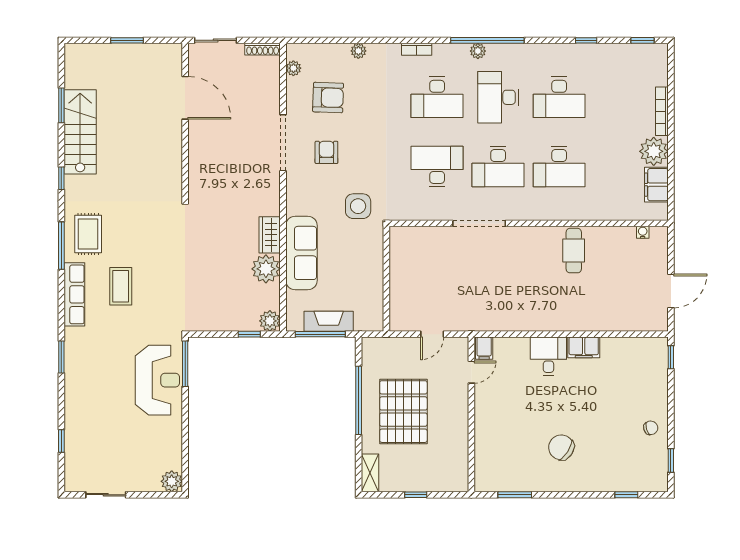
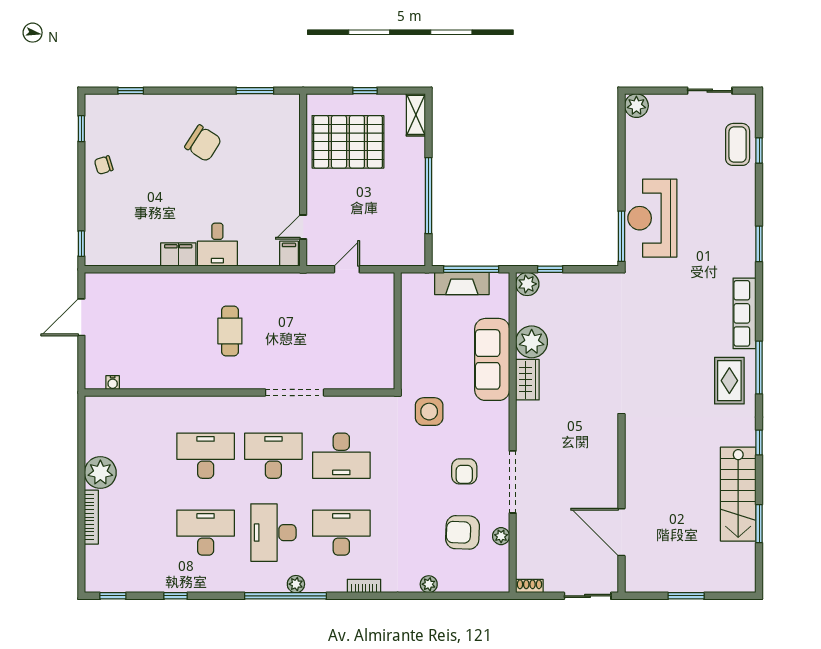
shoe rack: (263, 49) -> (529, 586), width x0.70
plant: (293, 68) -> (501, 536), moved
desk: (498, 97) -> (273, 533), turned 180
filing cabinet: (656, 185) -> (97, 435), removed
cafe table: (574, 251) -> (230, 331), moved
coffee table: (121, 286) -> (738, 144), moved
pallet: (403, 412) -> (348, 142), moved, turned 90

